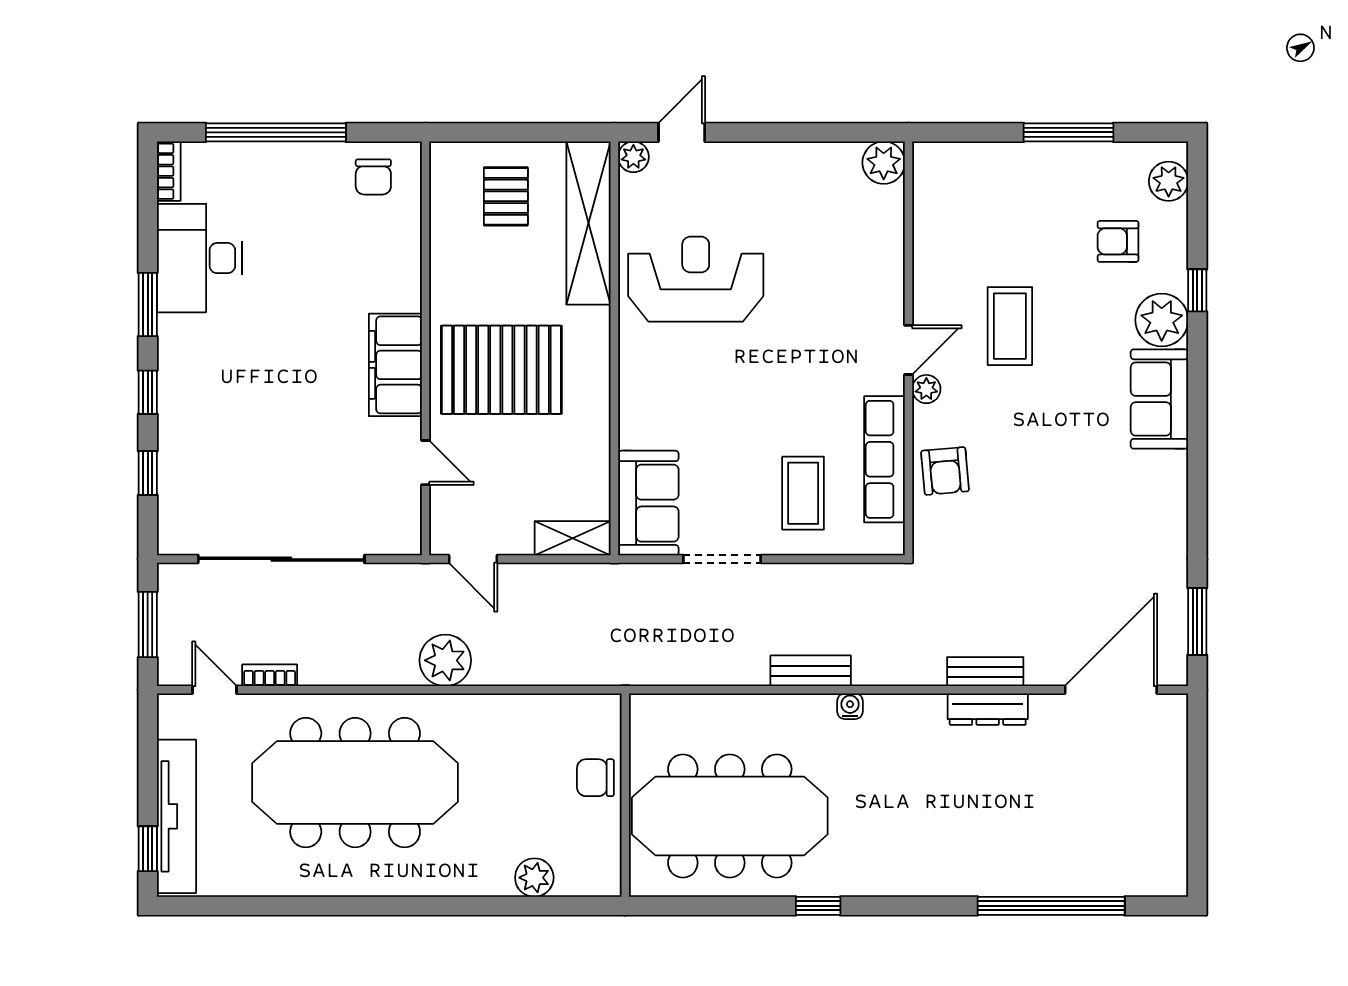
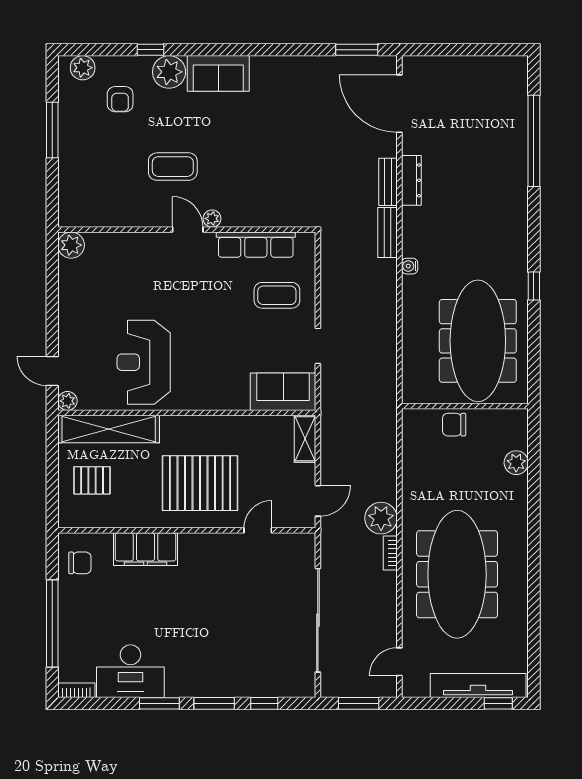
filing cabinet: (395, 365) -> (145, 549), moved
pallet: (501, 370) -> (200, 483), turned 90
window: (148, 392) -> (214, 703), width x1.50
armchair: (945, 471) -> (263, 207), removed
doorway: (722, 559) -> (318, 346), width x0.73
bench: (811, 671) -> (387, 233), moved
bookcase: (270, 675) -> (390, 553), moved
chair: (595, 778) -> (454, 425), turned 90

